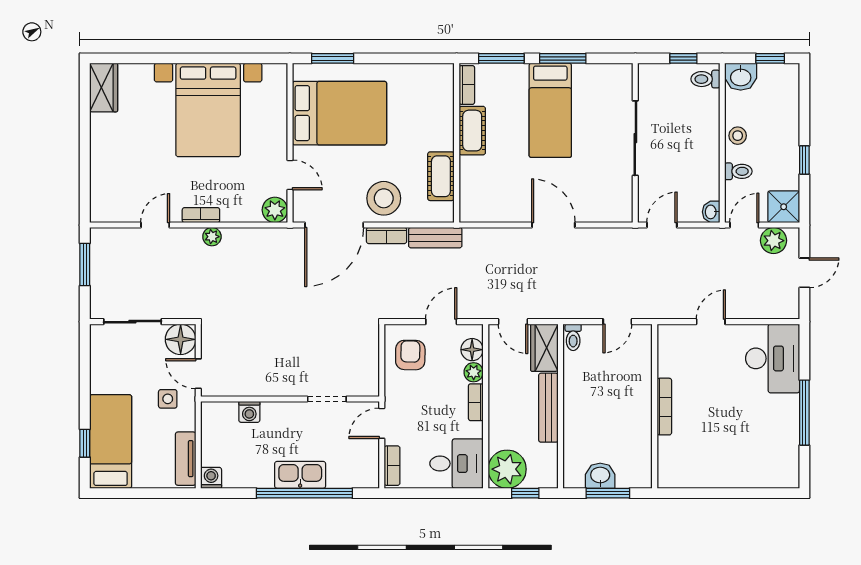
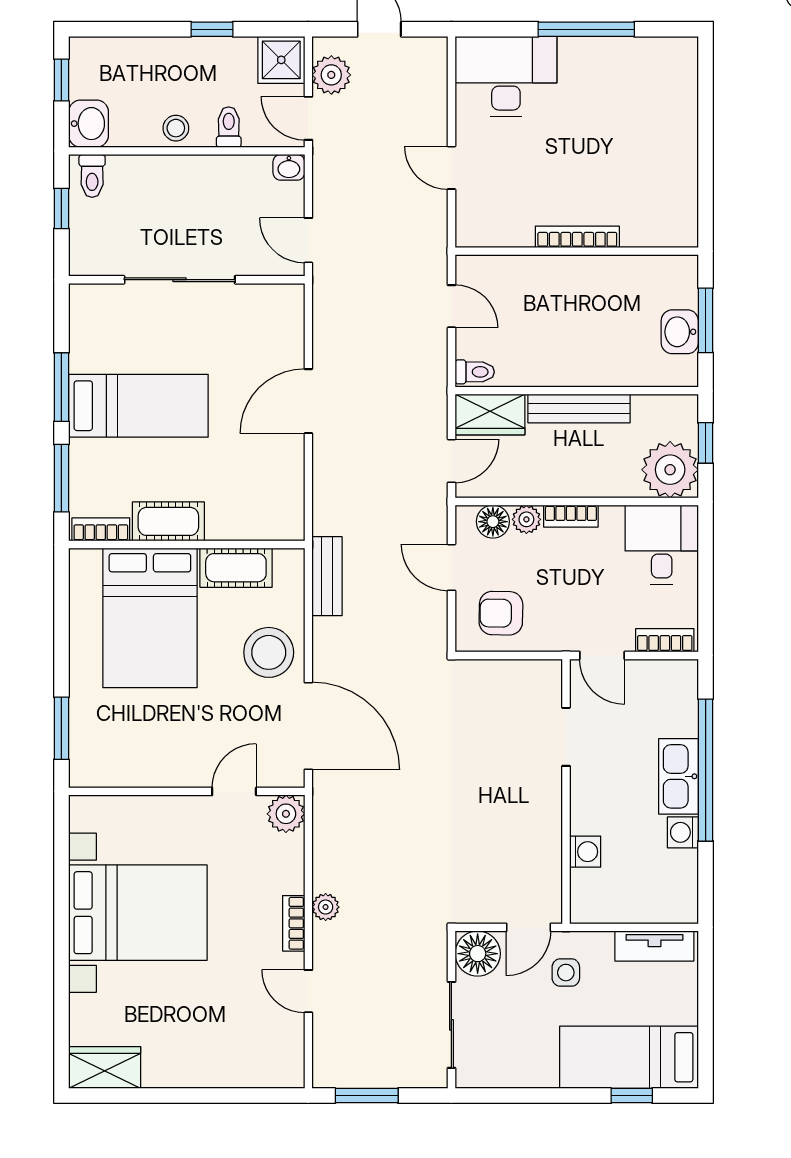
bed: (340, 113) -> (150, 618), moved, turned 180
bookcase: (387, 235) -> (324, 648), removed
washing machine: (211, 478) -> (683, 832), moved

